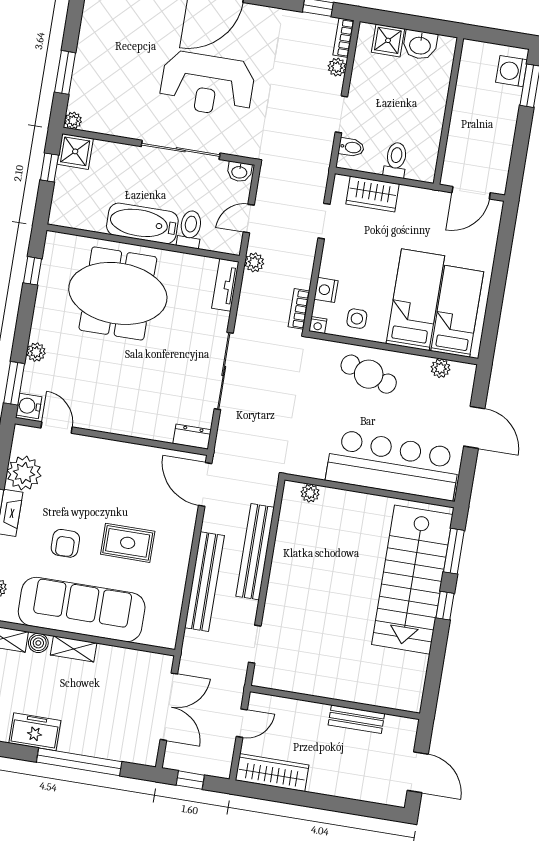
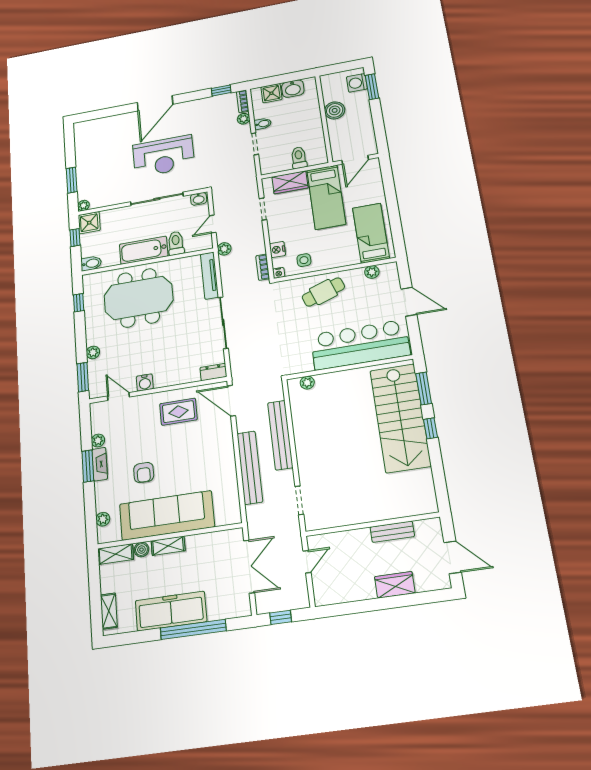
boiler: (467, 104) -> (335, 110), added
bidet: (351, 147) -> (263, 124), moved
bidet: (64, 217) -> (91, 263), added
tv unit: (225, 285) -> (209, 276), width x1.41
bed: (415, 300) -> (326, 197), moved, turned 180
cafe table: (369, 374) -> (323, 292), turned -37
water cooler: (29, 406) -> (145, 383), moved, turned -90
plant: (24, 473) -> (98, 440), width x0.53, depth x0.53
rug: (128, 543) -> (178, 412), moved
freezer: (35, 732) -> (171, 611), width x1.91, depth x1.26
wardrobe: (272, 773) -> (395, 585), moved, width x0.67

